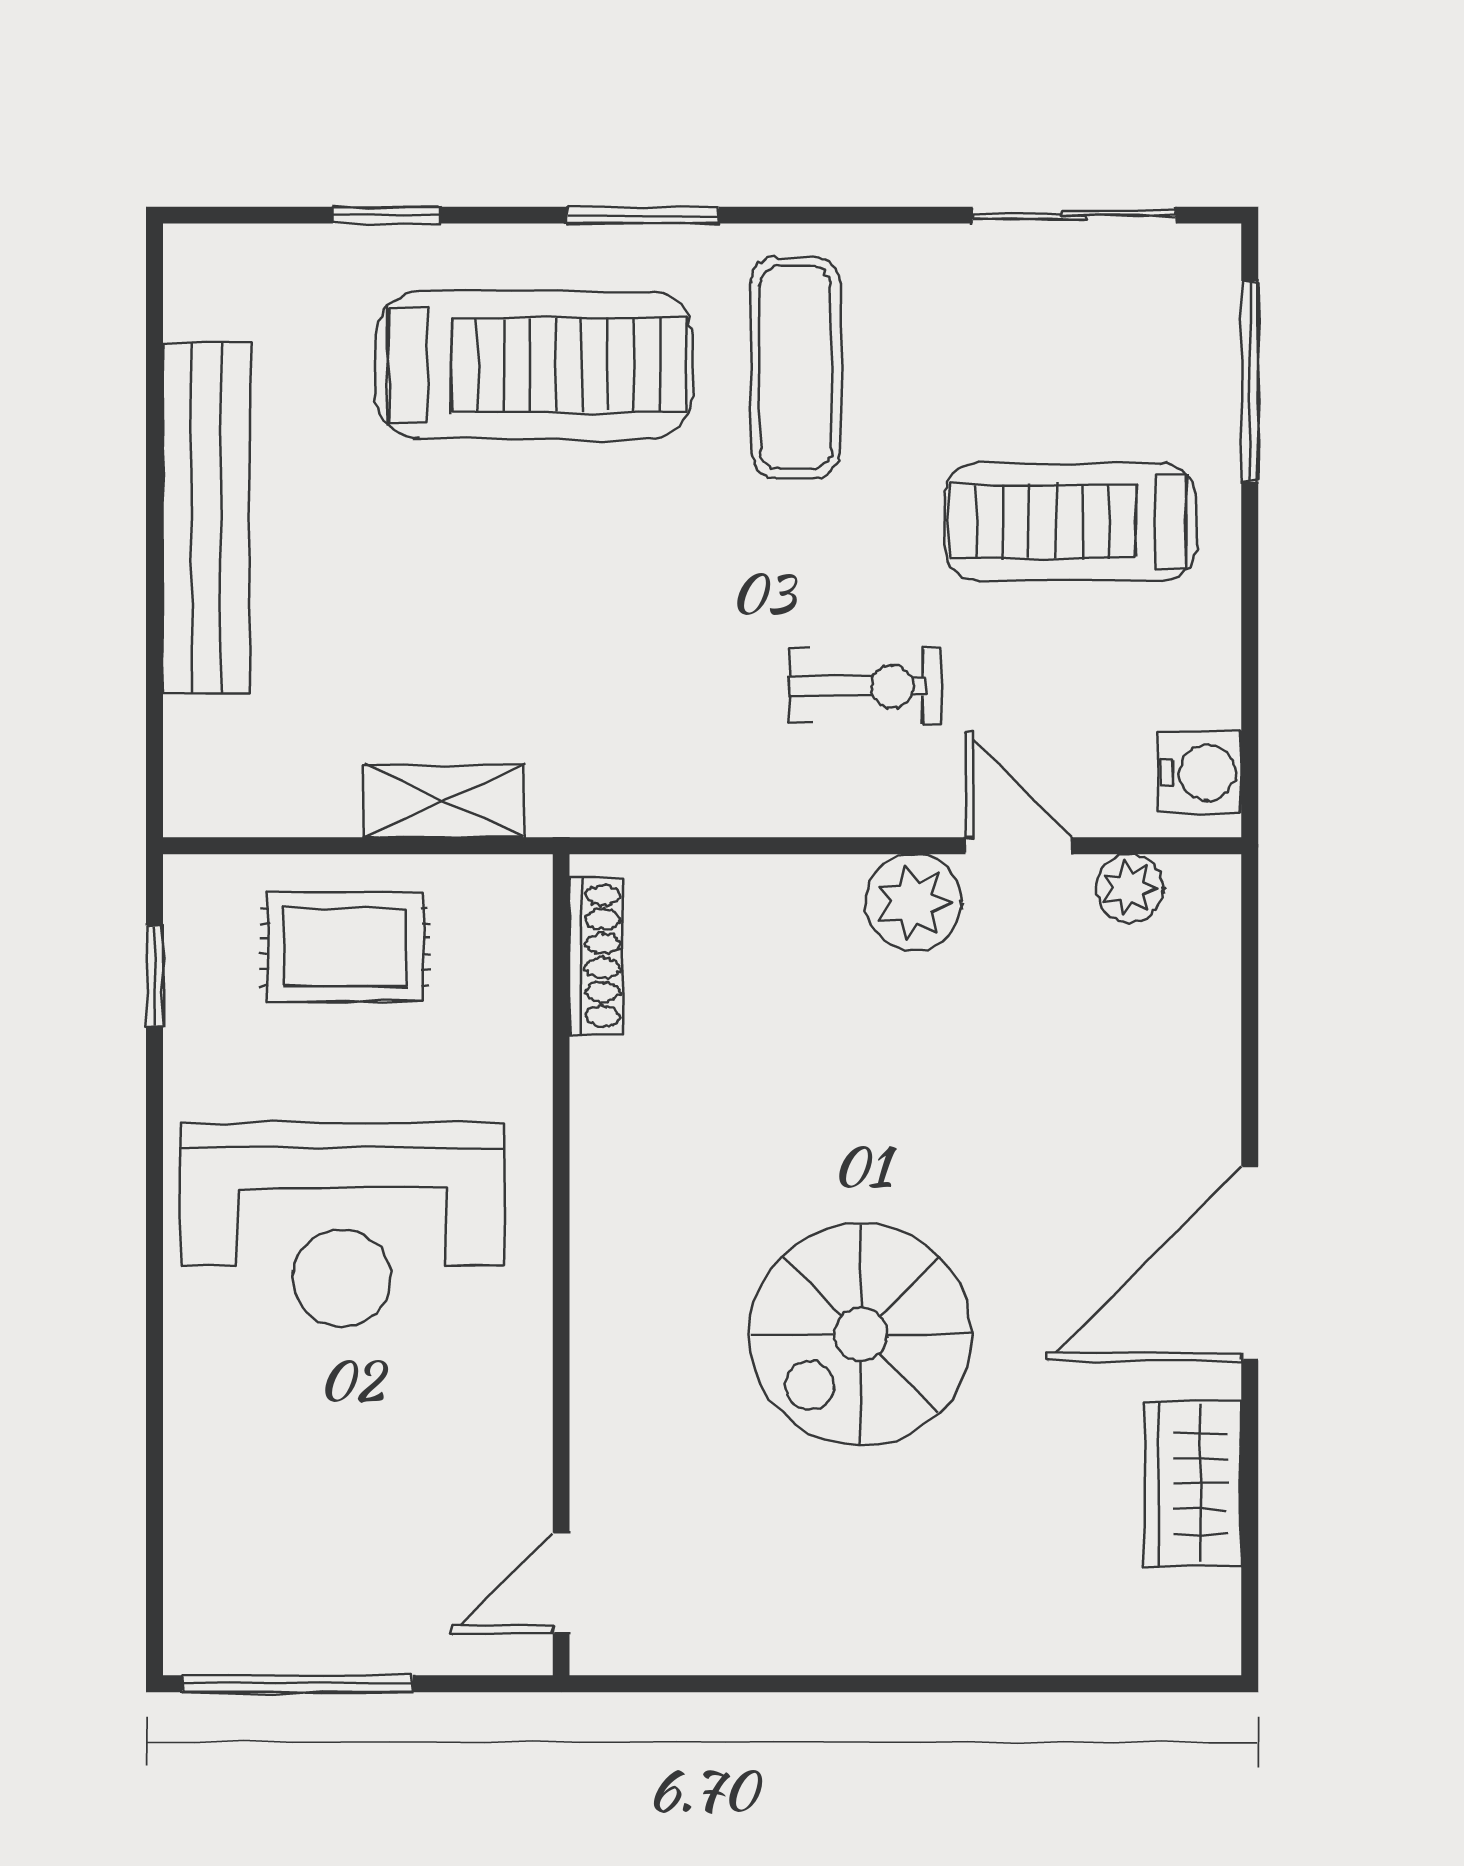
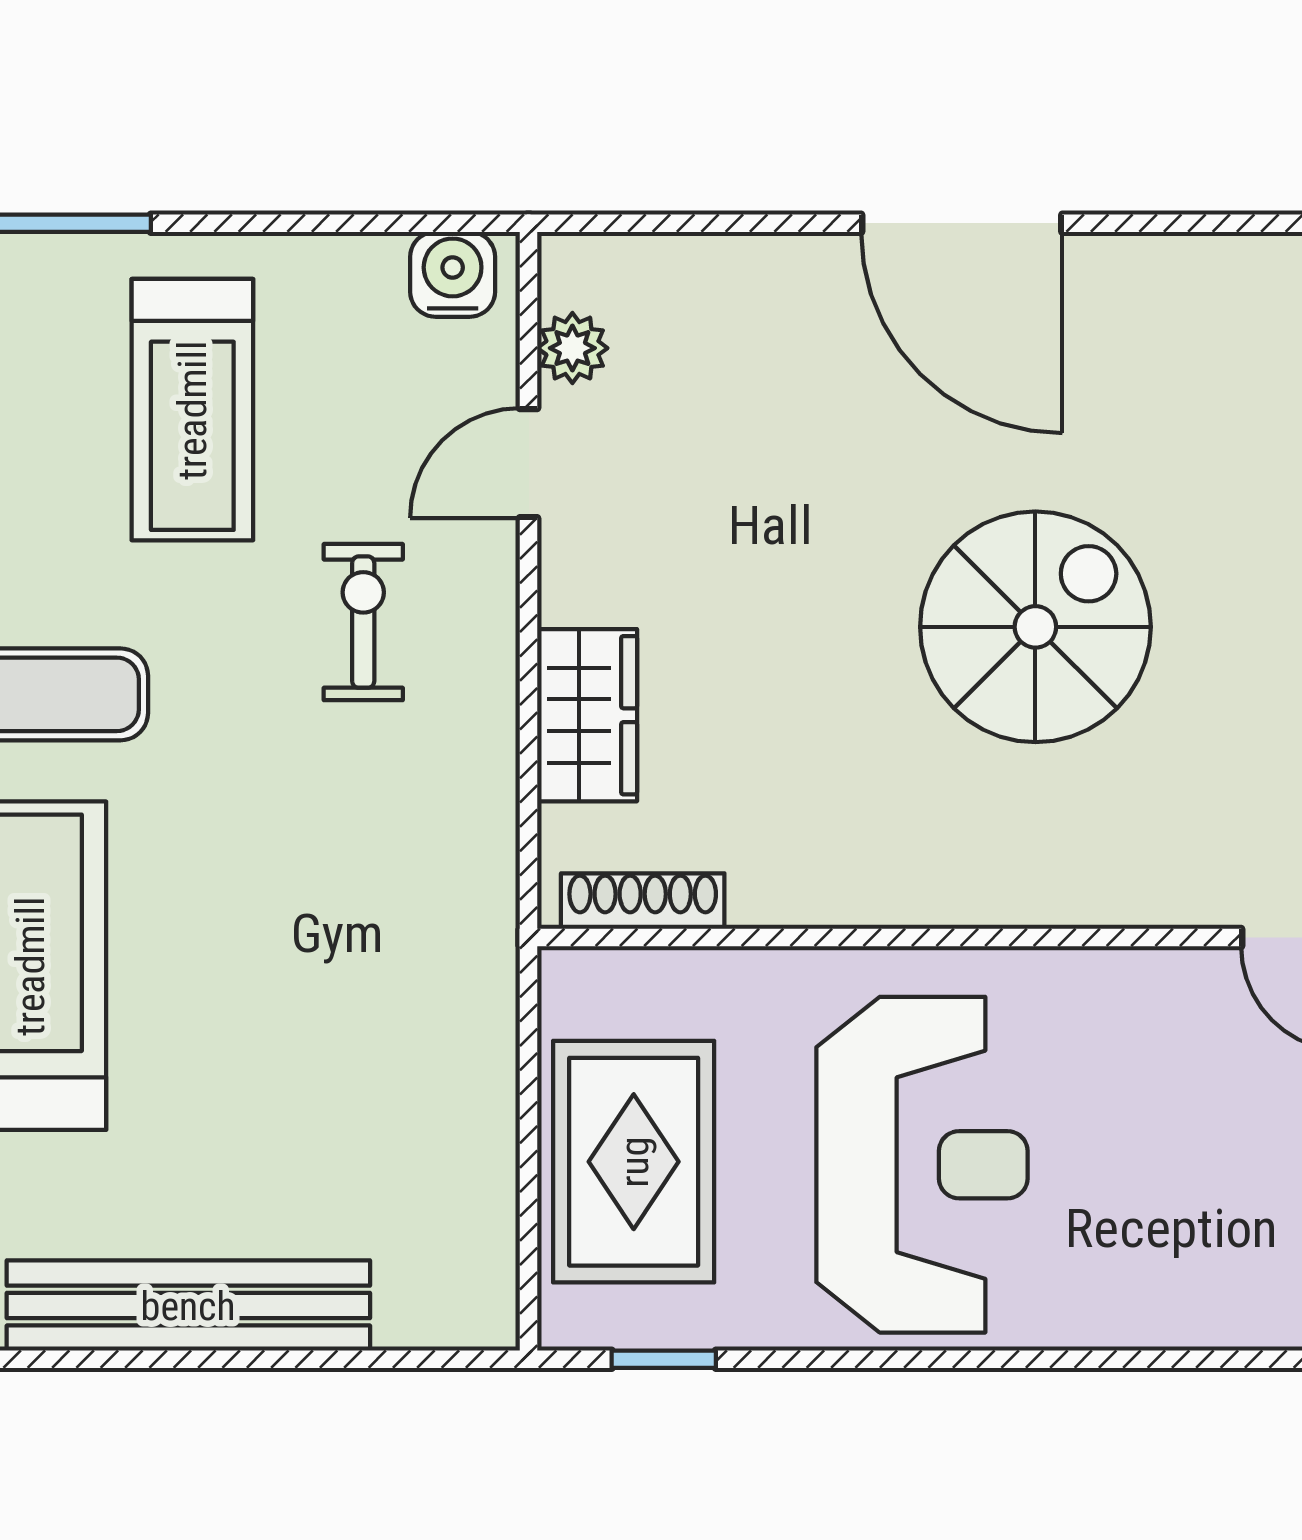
shelving: (444, 801) -> (482, 1059), removed
plant: (913, 902) -> (587, 572), removed
rug: (345, 947) -> (634, 1162), width x1.36, depth x1.43
spiral stairs: (861, 1334) -> (1035, 627), turned -90
wardrobe: (1193, 1484) -> (587, 715), moved, turned -90

